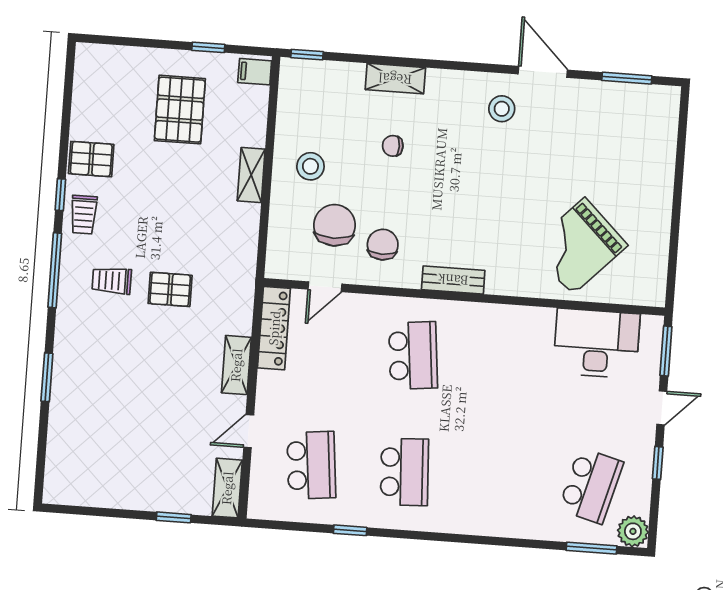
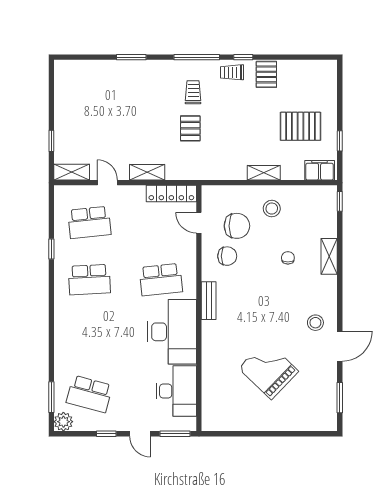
filing cabinet: (255, 72) -> (320, 170), width x2.00
grand piano: (579, 246) -> (269, 370), moved
desk: (500, 343) -> (172, 332), added

